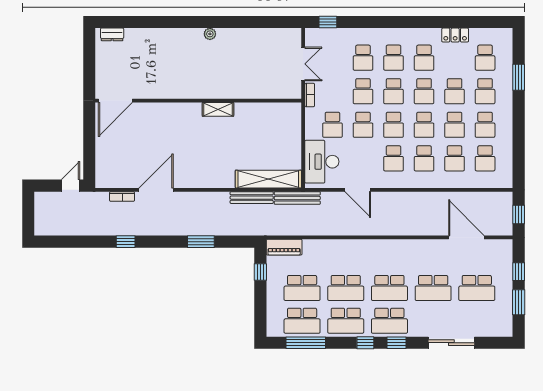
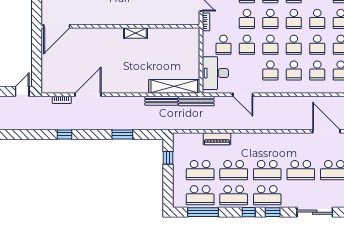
piano: (284, 247) -> (217, 139), moved

